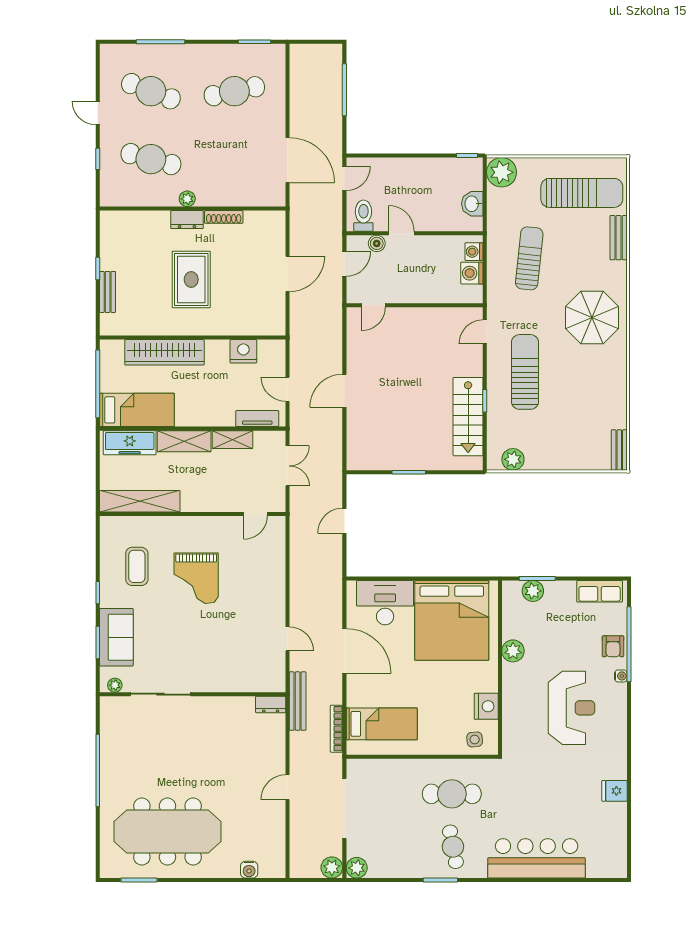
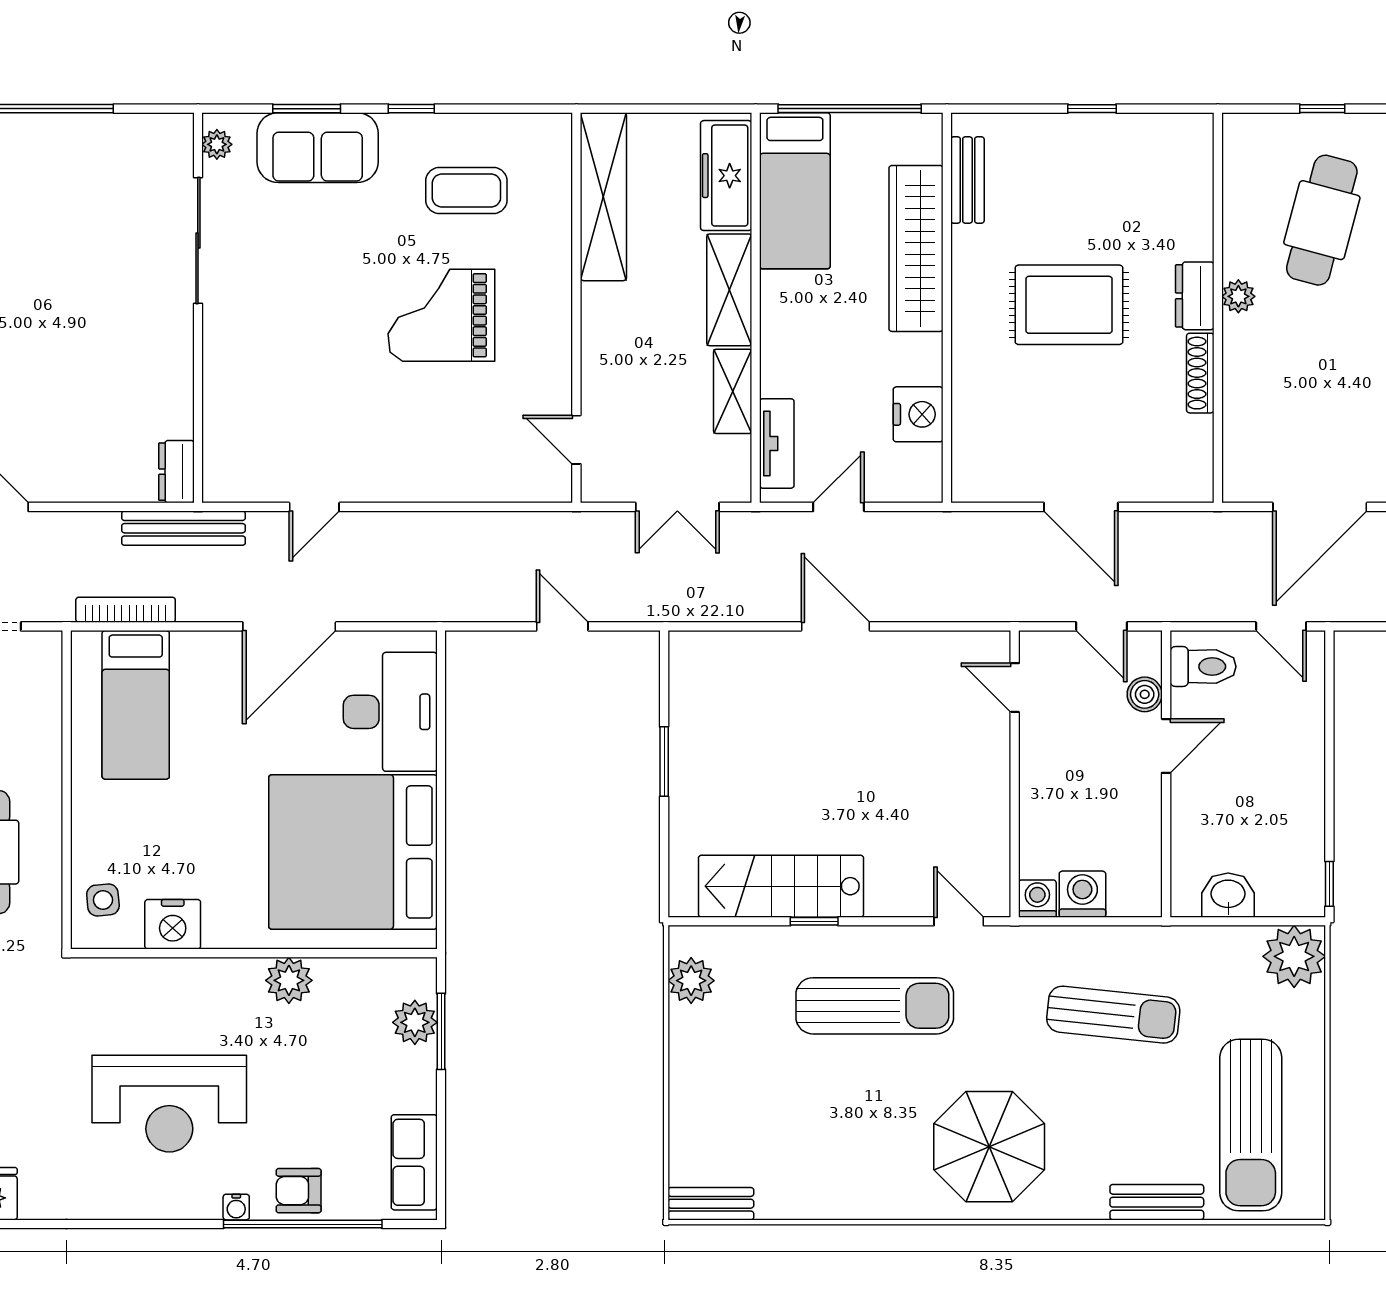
washing machine: (474, 252) -> (1037, 899), moved
bench: (108, 292) -> (967, 180), moved, turned 90

